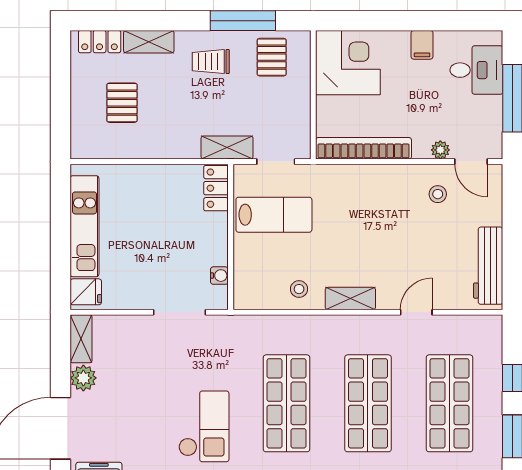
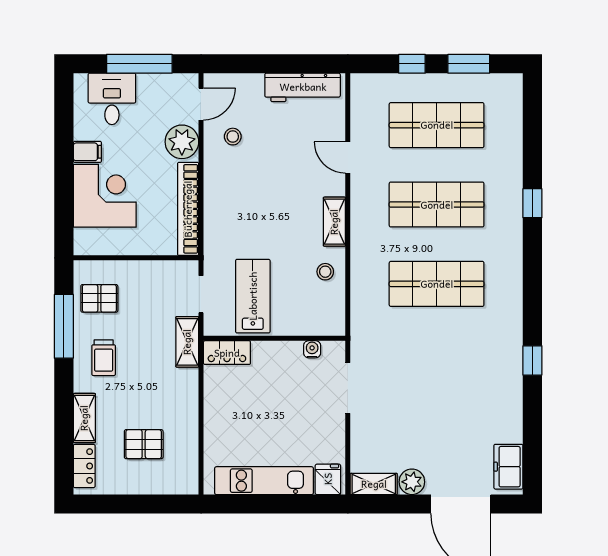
corner desk: (348, 63) -> (105, 196), moved, turned 90
plant: (440, 150) -> (182, 142), width x1.87, depth x1.87
checkout: (204, 426) -> (459, 364), removed

